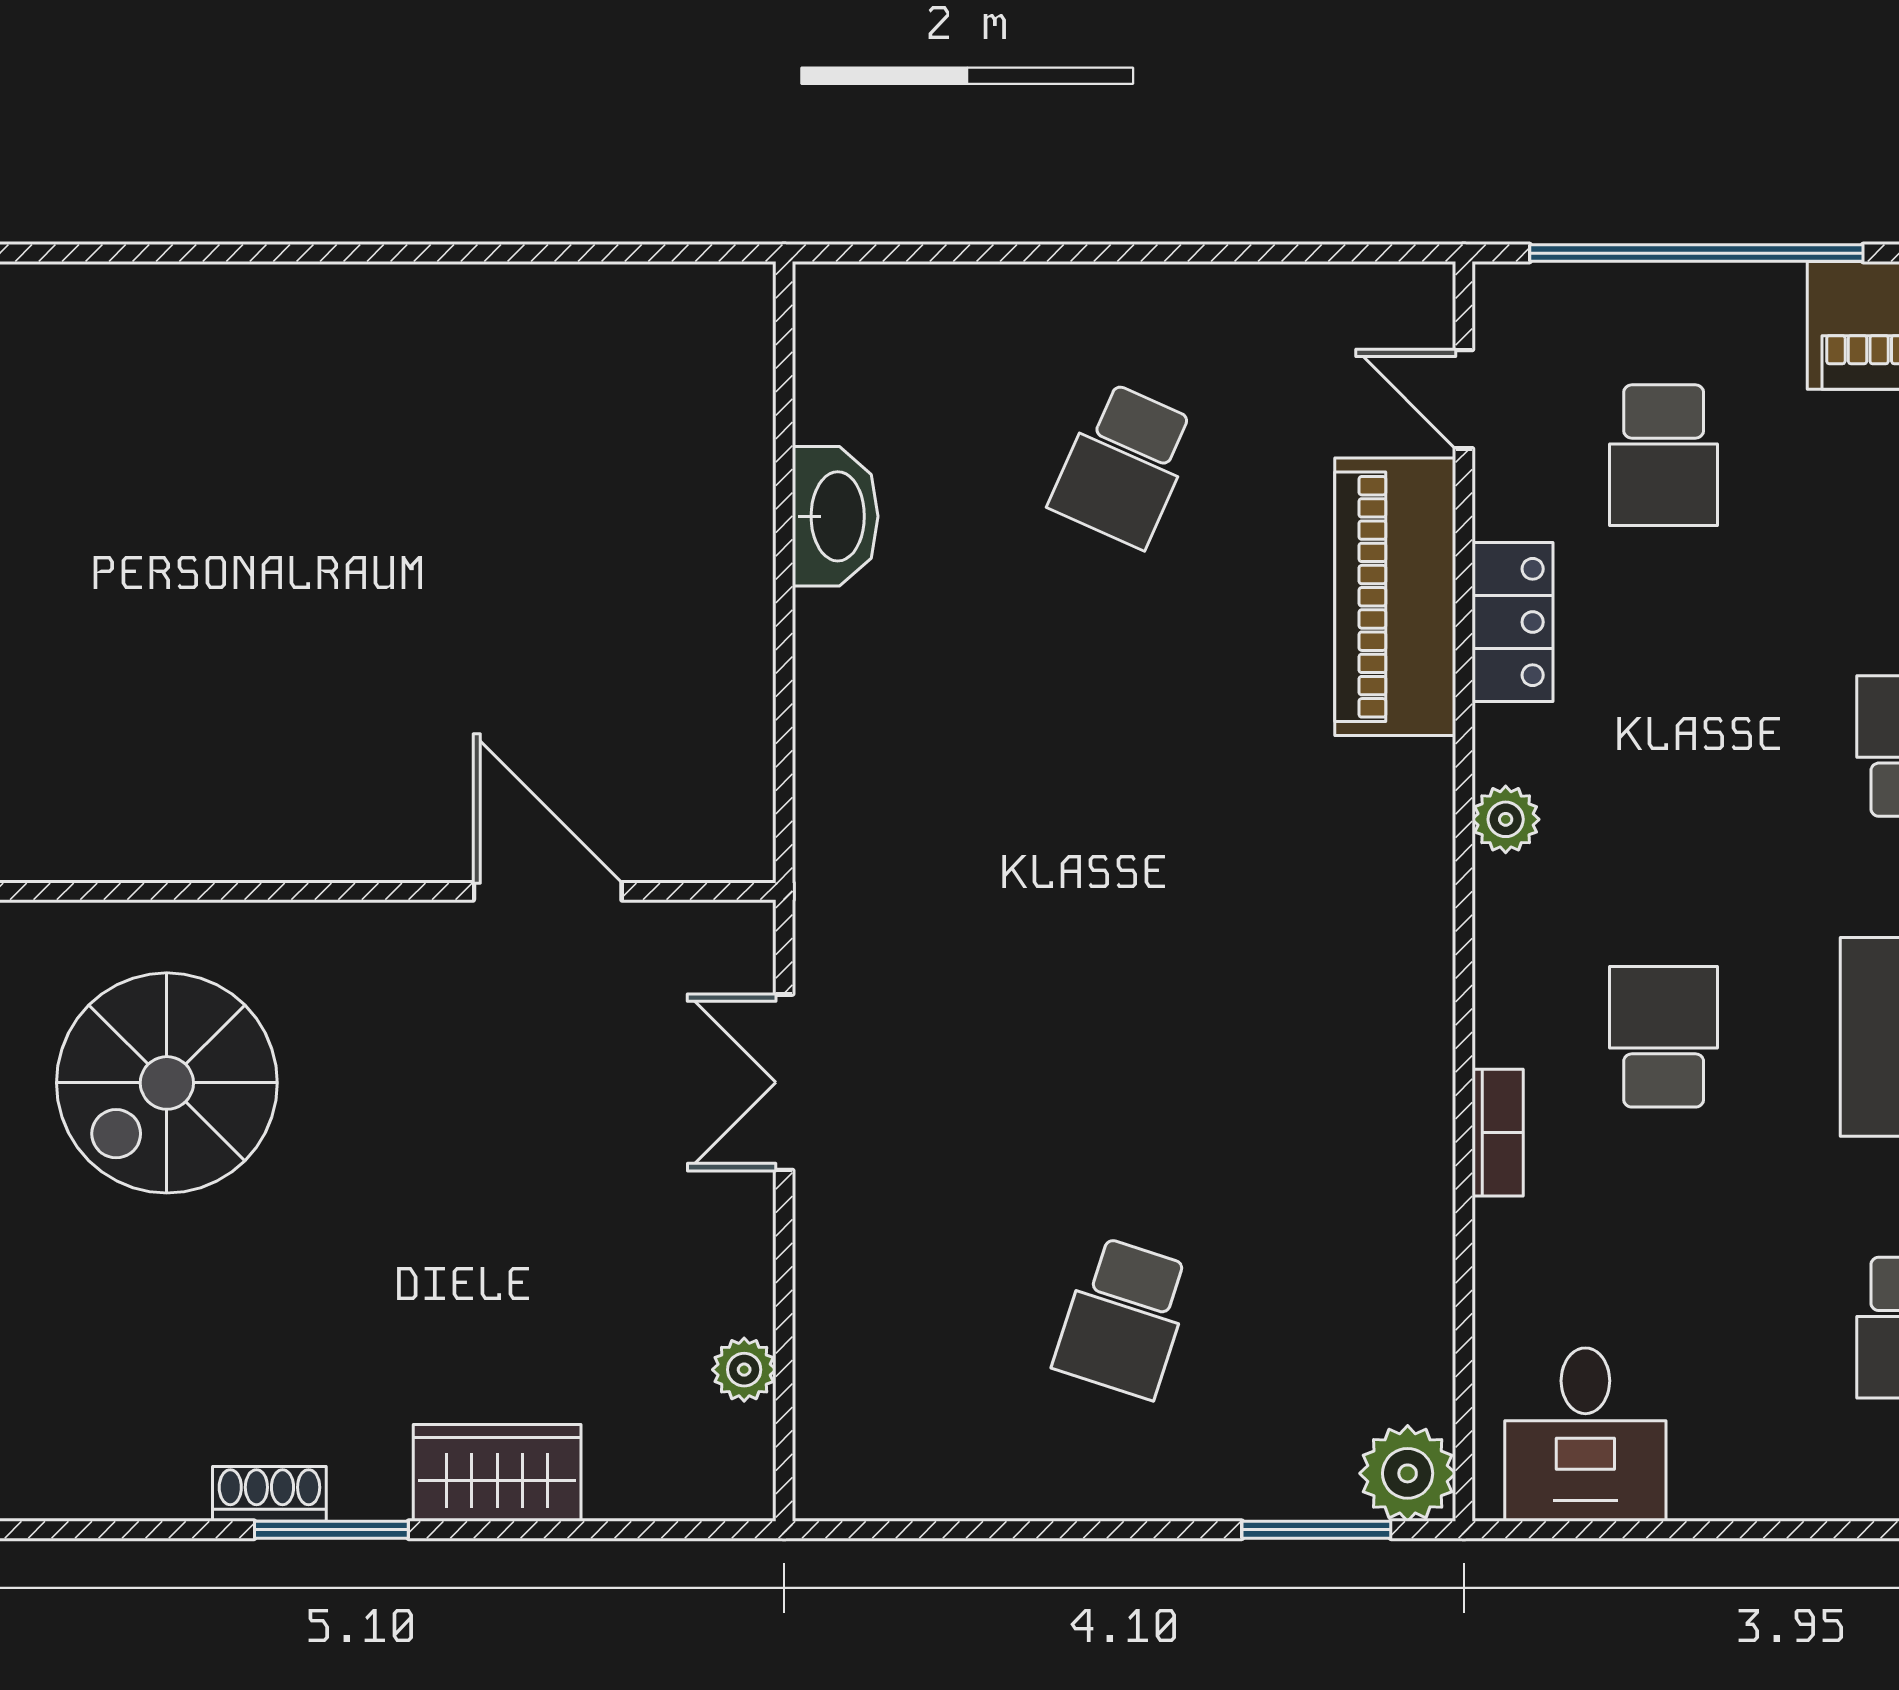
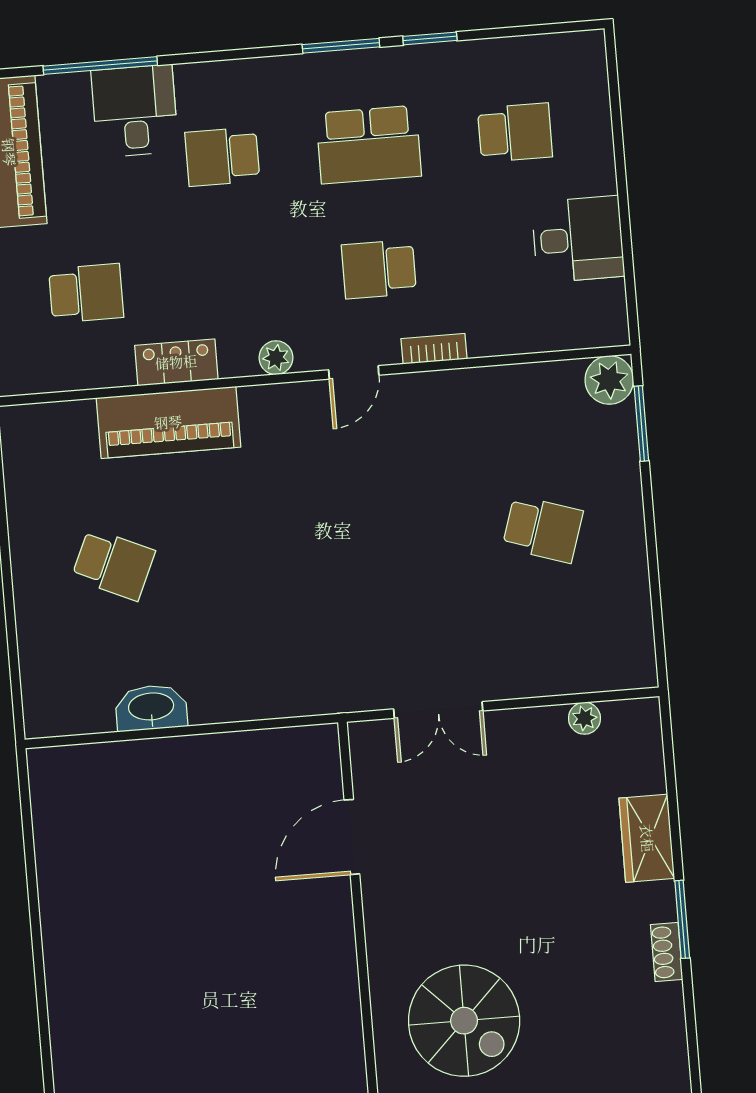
door: (1464, 399) -> (354, 372), moved
desk: (1585, 1435) -> (578, 239), moved

